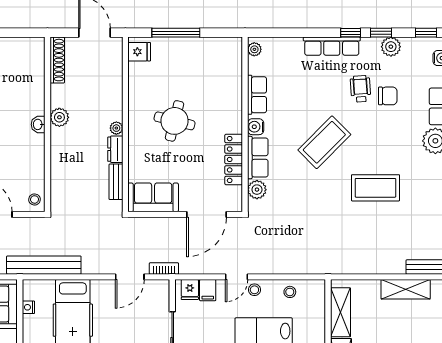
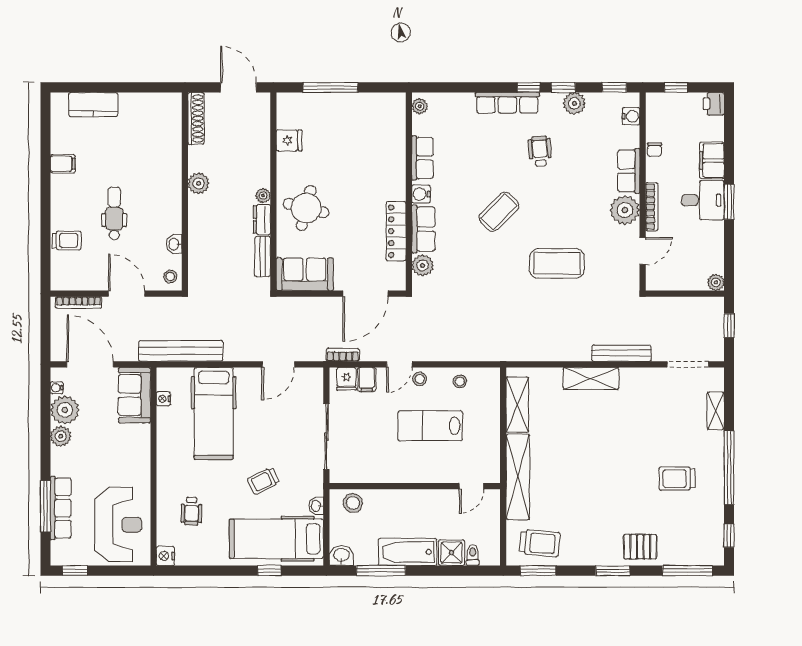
fridge: (139, 52) -> (289, 140), moved
chair: (388, 96) -> (571, 159), removed
round table: (175, 121) -> (306, 208), moved
washbasin: (38, 124) -> (174, 244), moved
coffee table: (324, 142) -> (499, 212), width x0.73, depth x0.76
bookcase: (164, 268) -> (343, 355), moved

